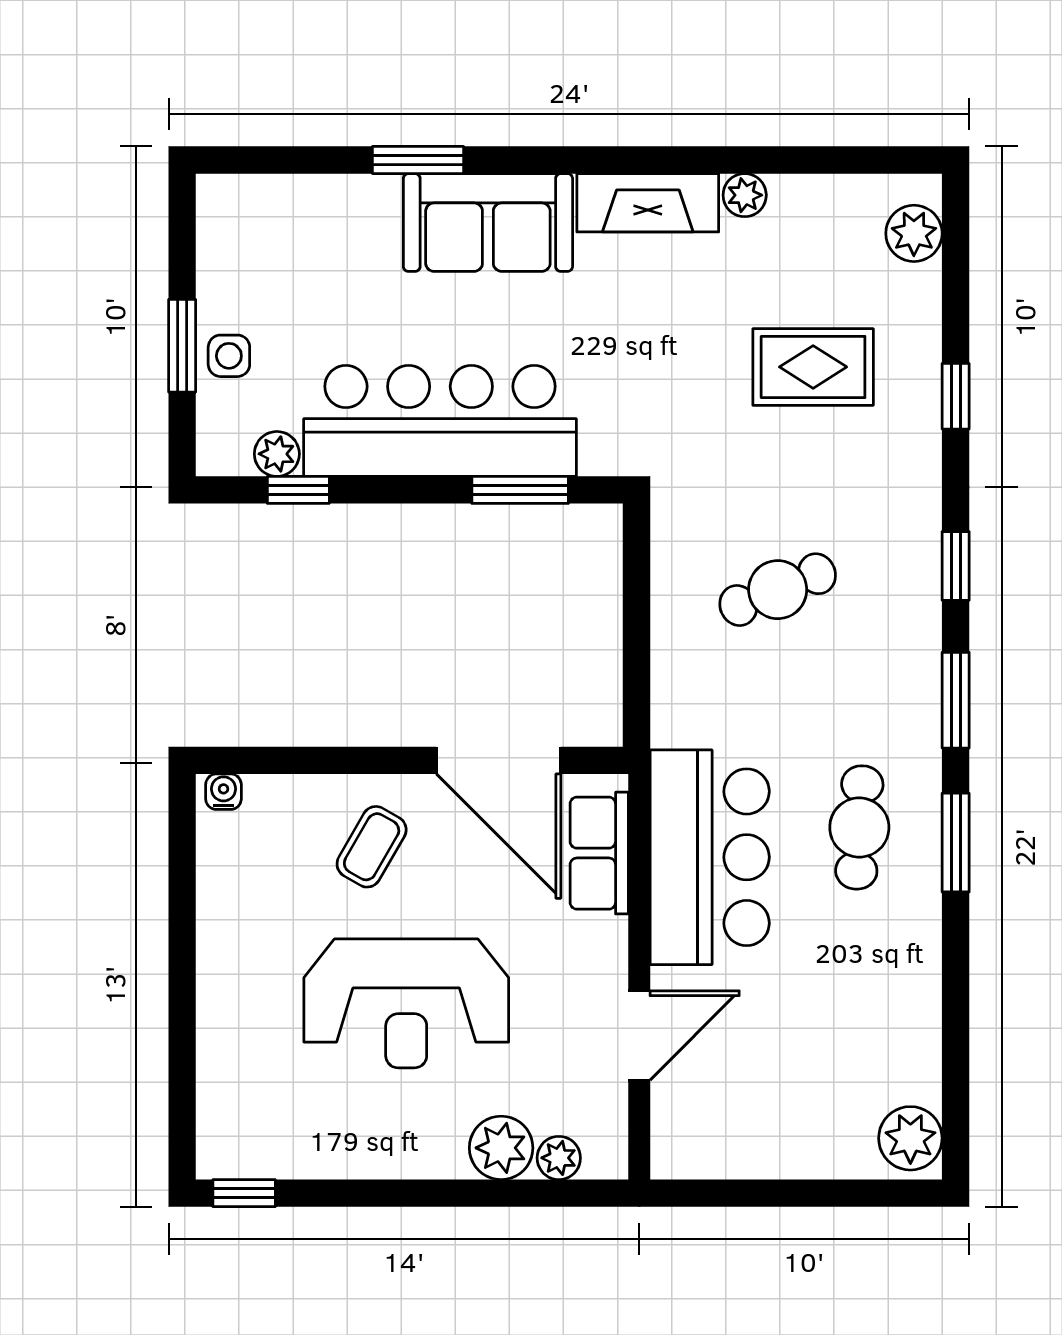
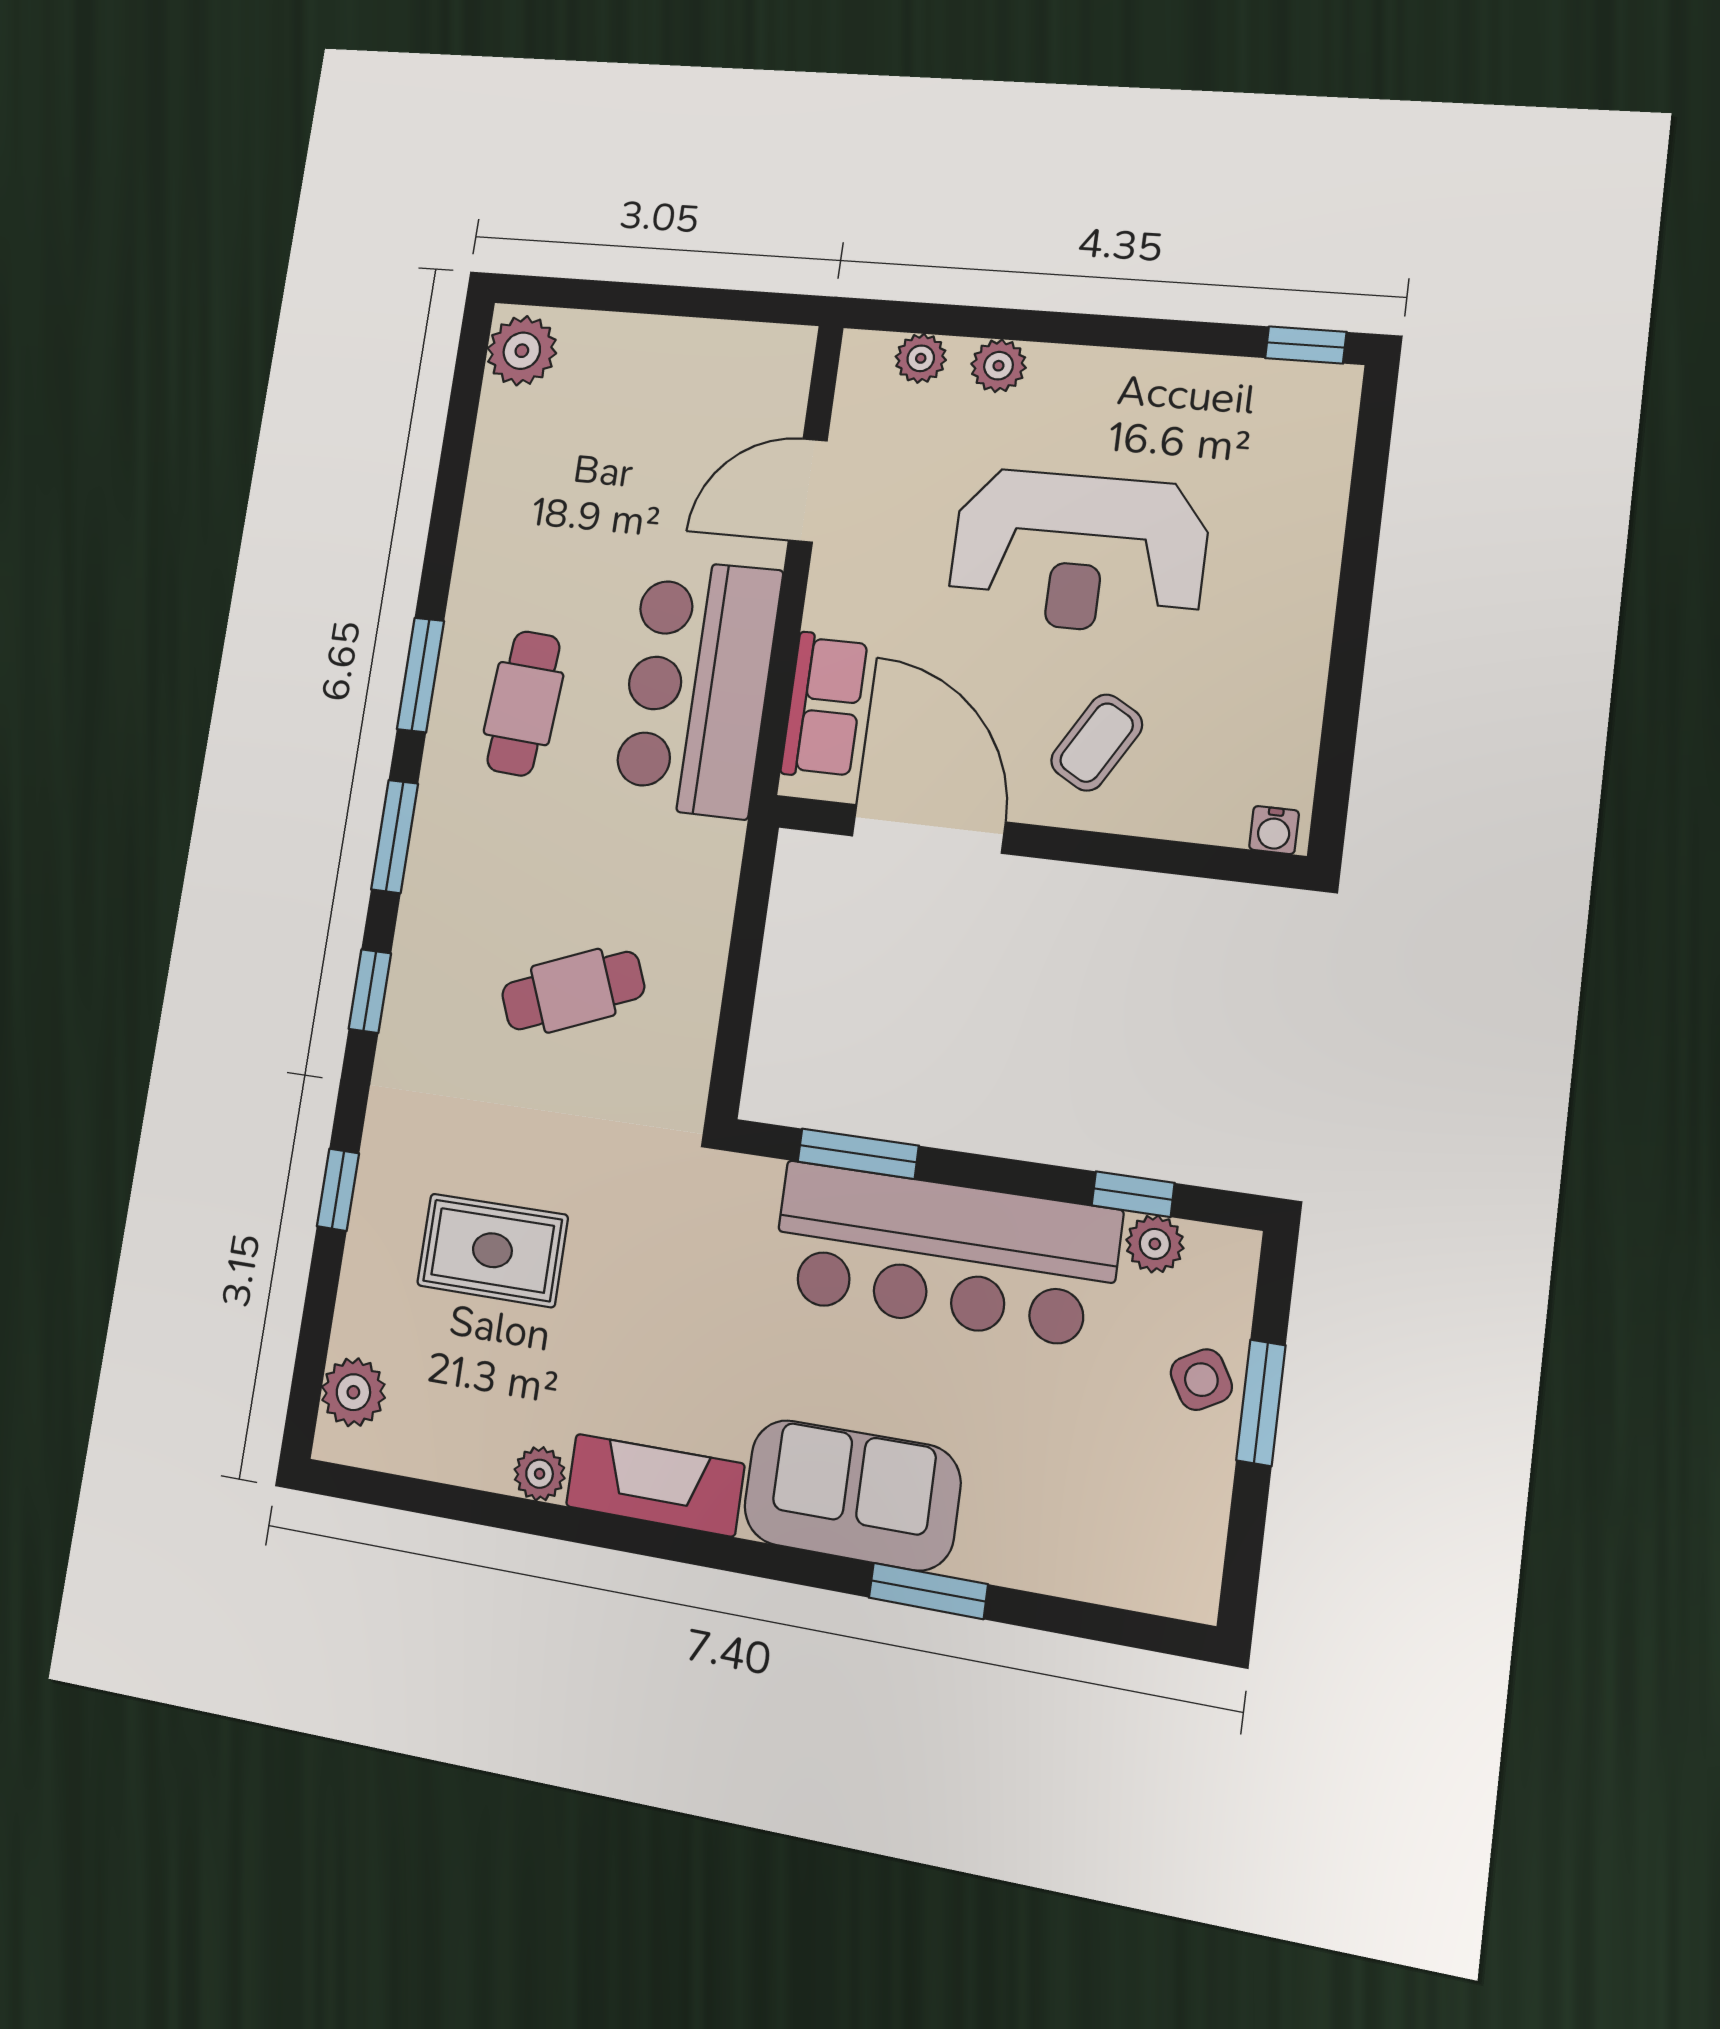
side table: (229, 356) -> (1201, 1380), turned -30
reception desk: (406, 1003) -> (1078, 552), turned 180
plant: (501, 1148) -> (999, 366), width x0.73, depth x0.73

